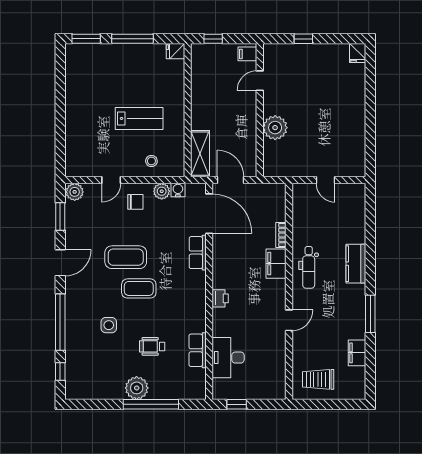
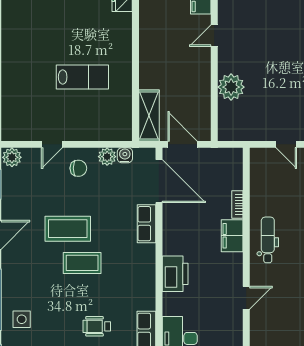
stool: (151, 161) -> (96, 124), removed
dental chair: (309, 267) -> (268, 240), turned 180
printer: (220, 298) -> (175, 274), width x1.87, depth x1.48
side table: (109, 325) -> (22, 319), moved

